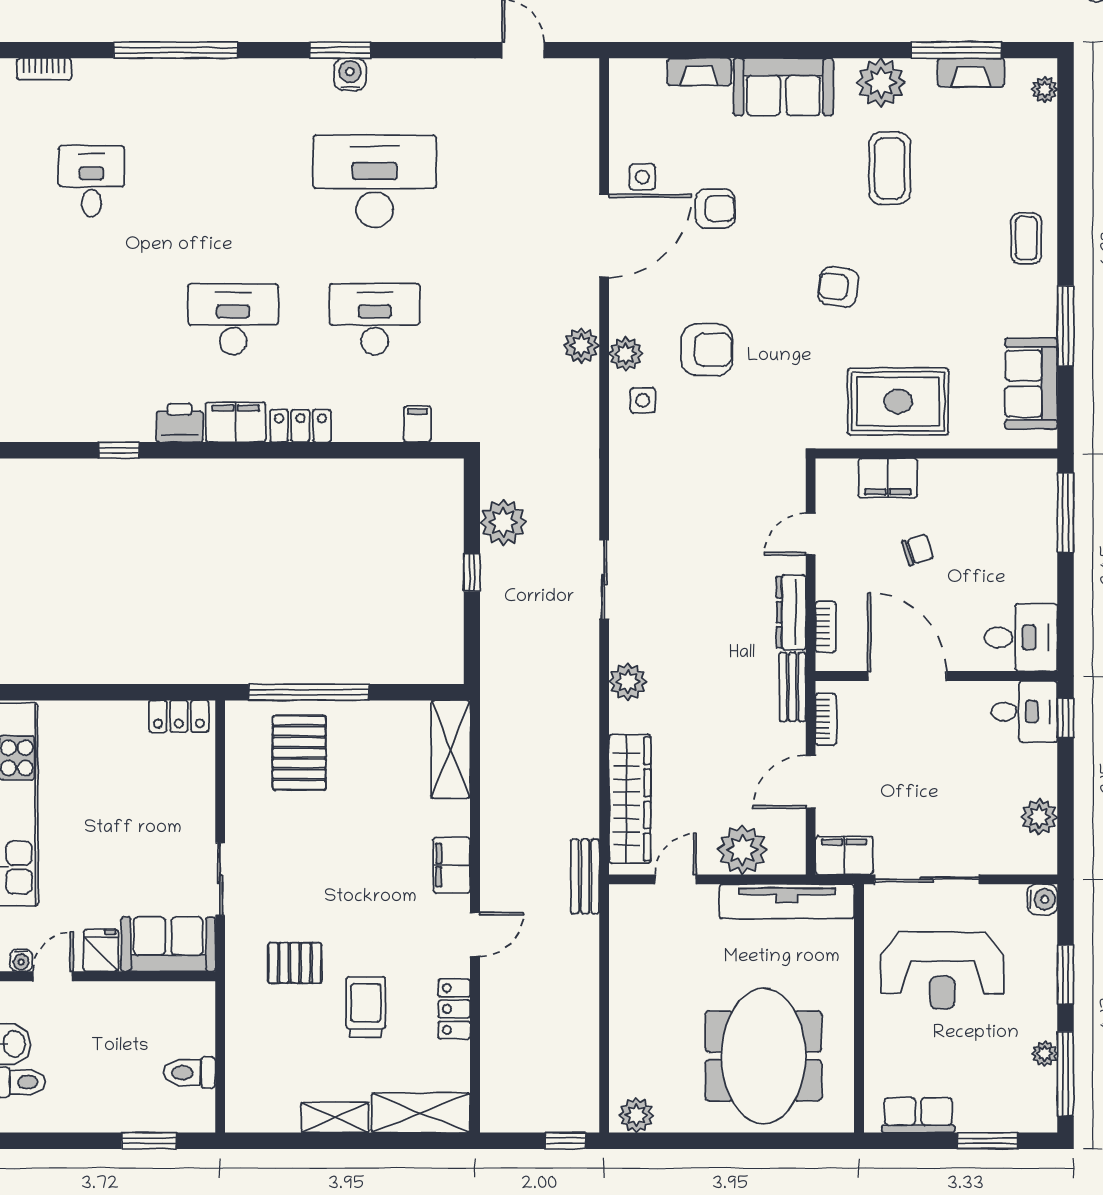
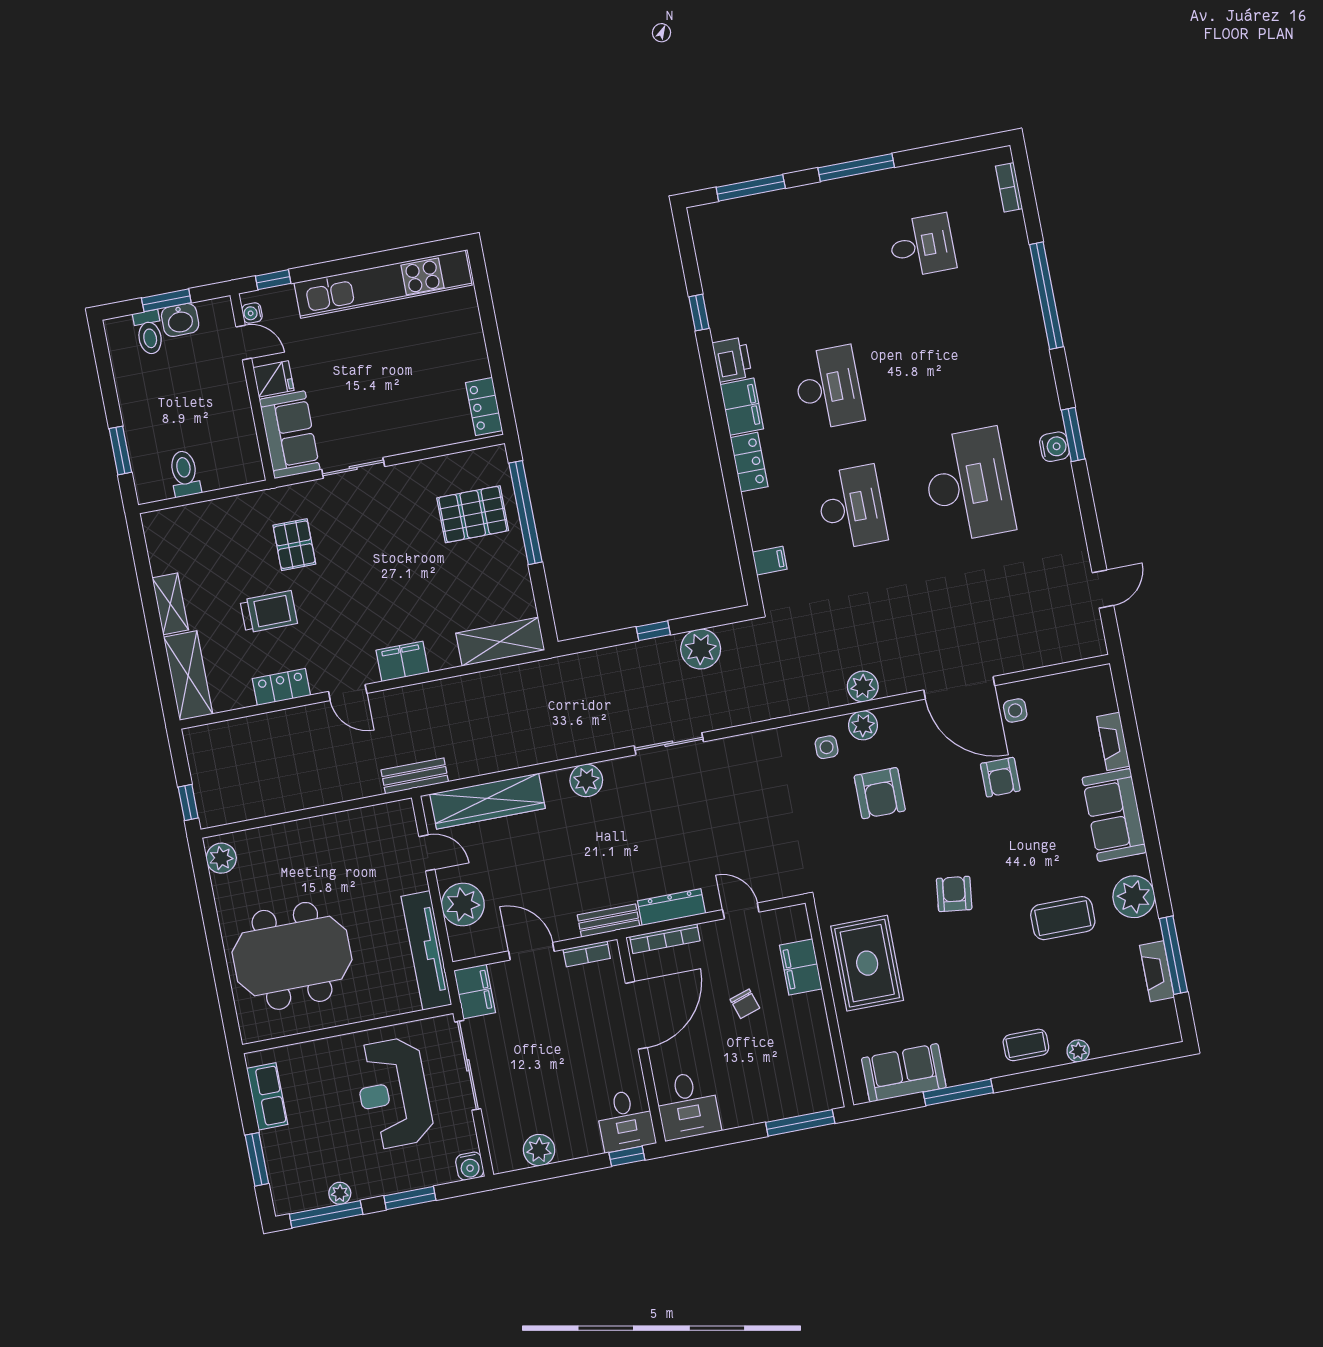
plant: (1045, 89) -> (1078, 1051), moved
bookcase: (826, 627) -> (665, 939), width x1.56

